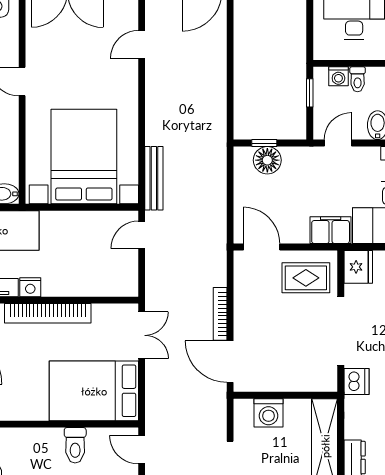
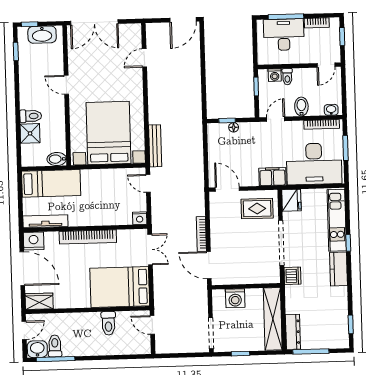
floor lamp: (267, 160) -> (234, 127), width x0.53, depth x0.53
door: (142, 235) -> (148, 183), hinge flipped
nightstand: (30, 287) -> (140, 218), moved

